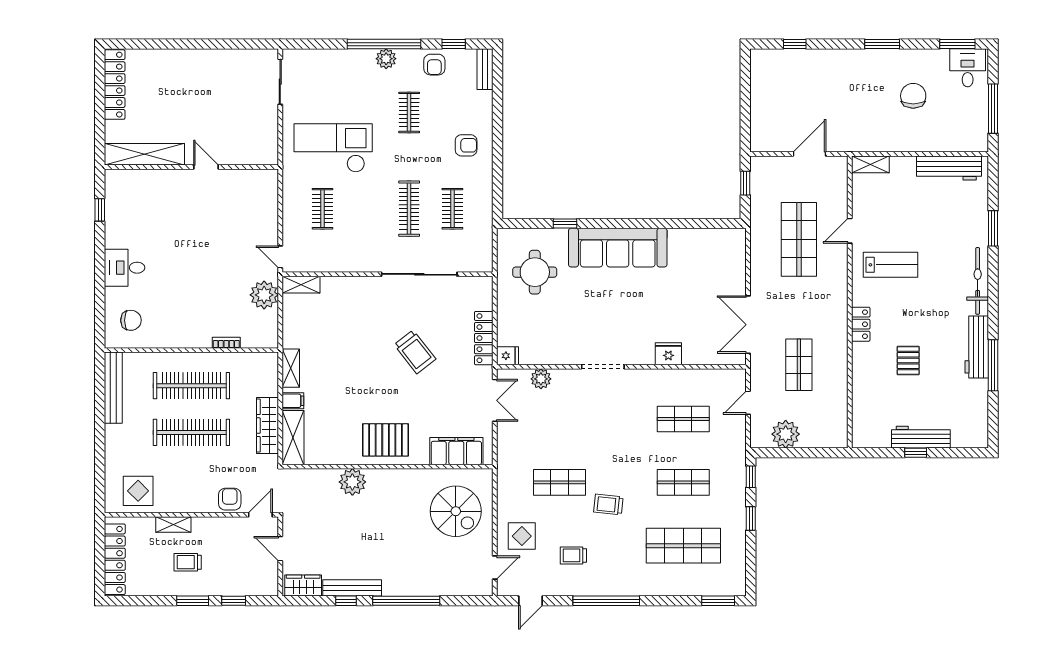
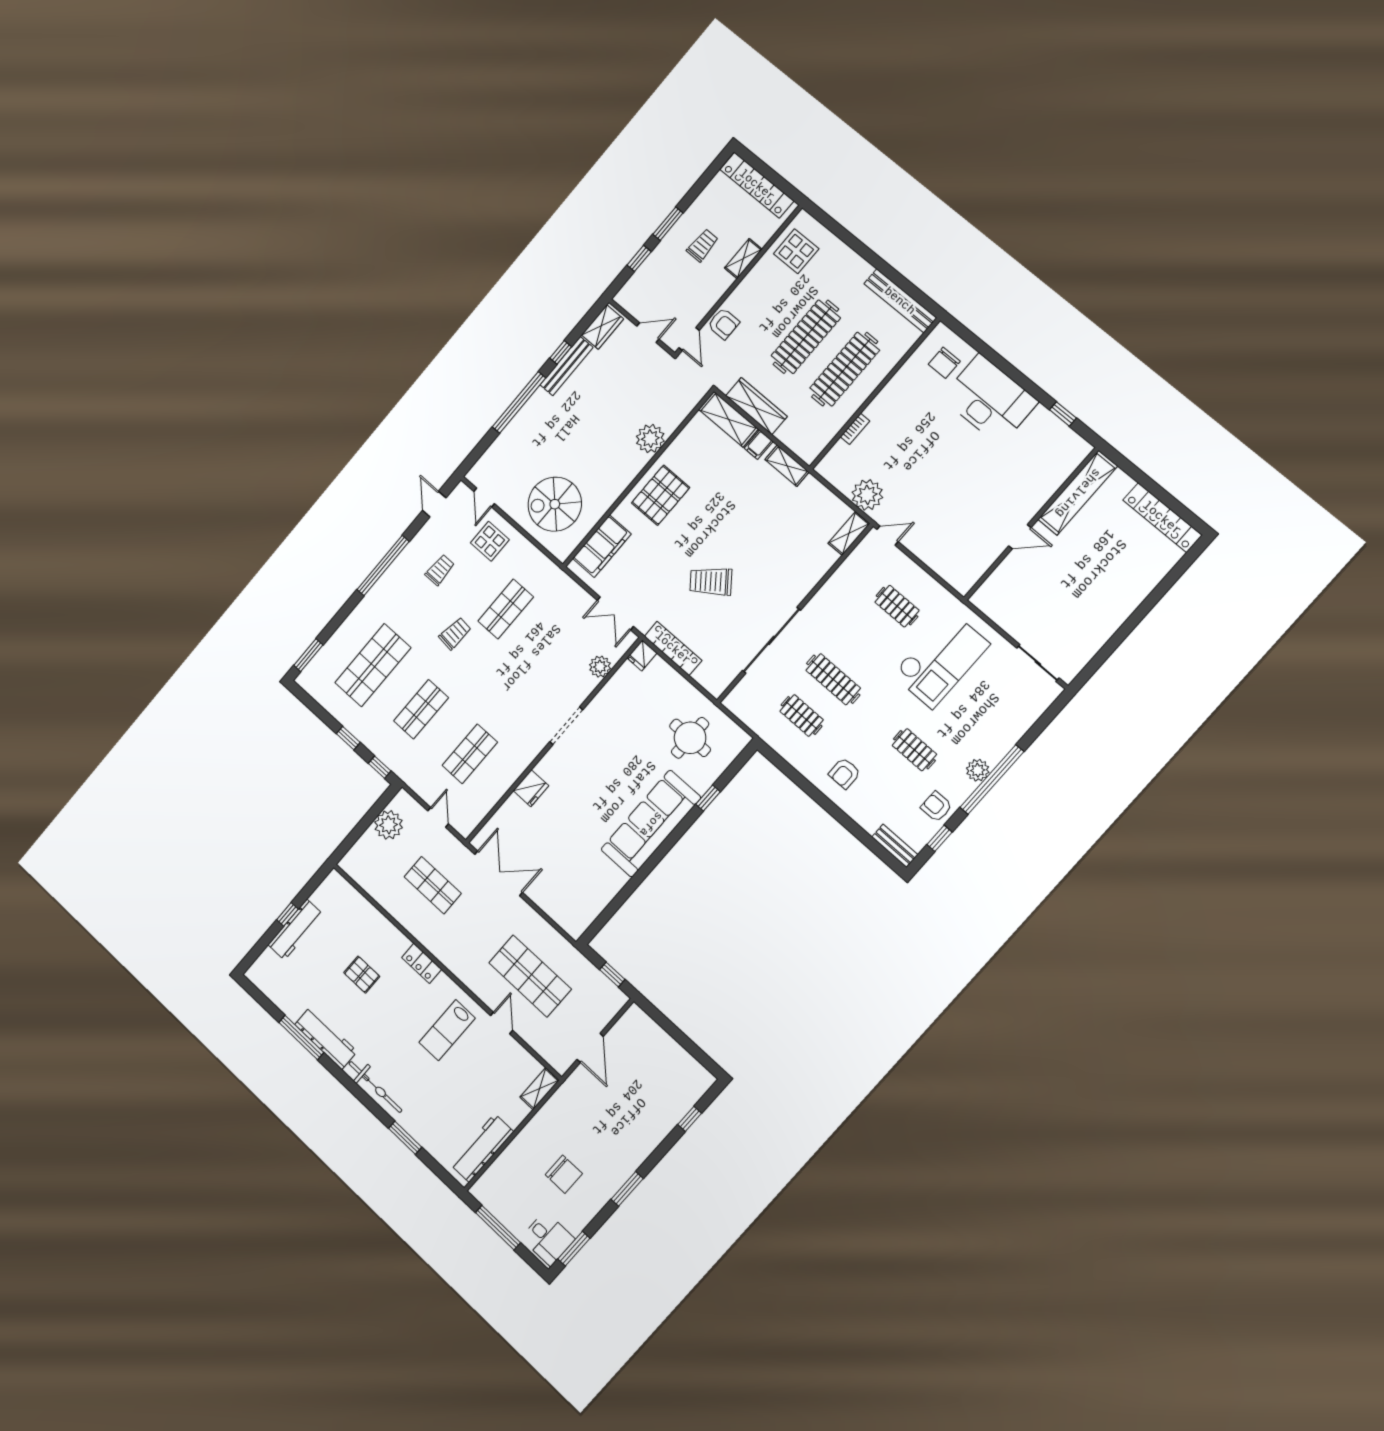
desk: (125, 268) -> (990, 400), width x1.87, depth x1.30

